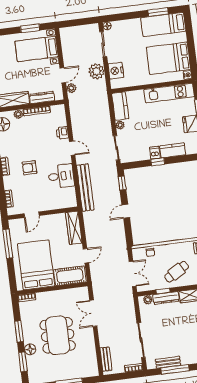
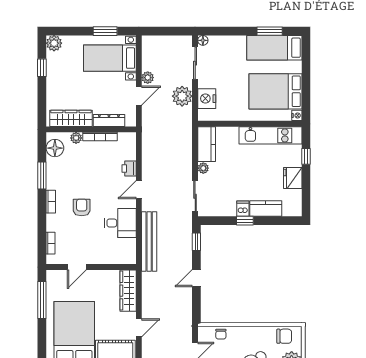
plant: (71, 88) -> (148, 78), moved
door: (72, 148) -> (139, 190), swing flipped
armchair: (29, 168) -> (82, 207), turned 90

